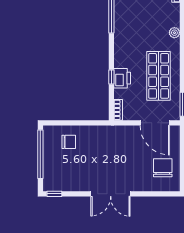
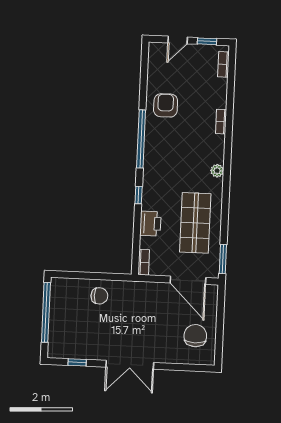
window: (111, 77) -> (139, 195), moved
chair: (69, 142) -> (99, 296), moved
window: (54, 194) -> (77, 362), moved

